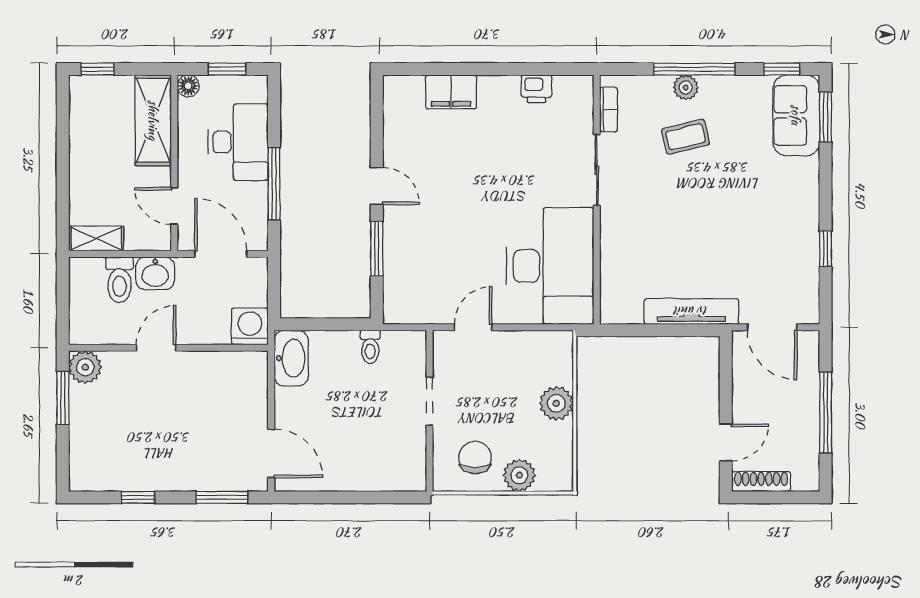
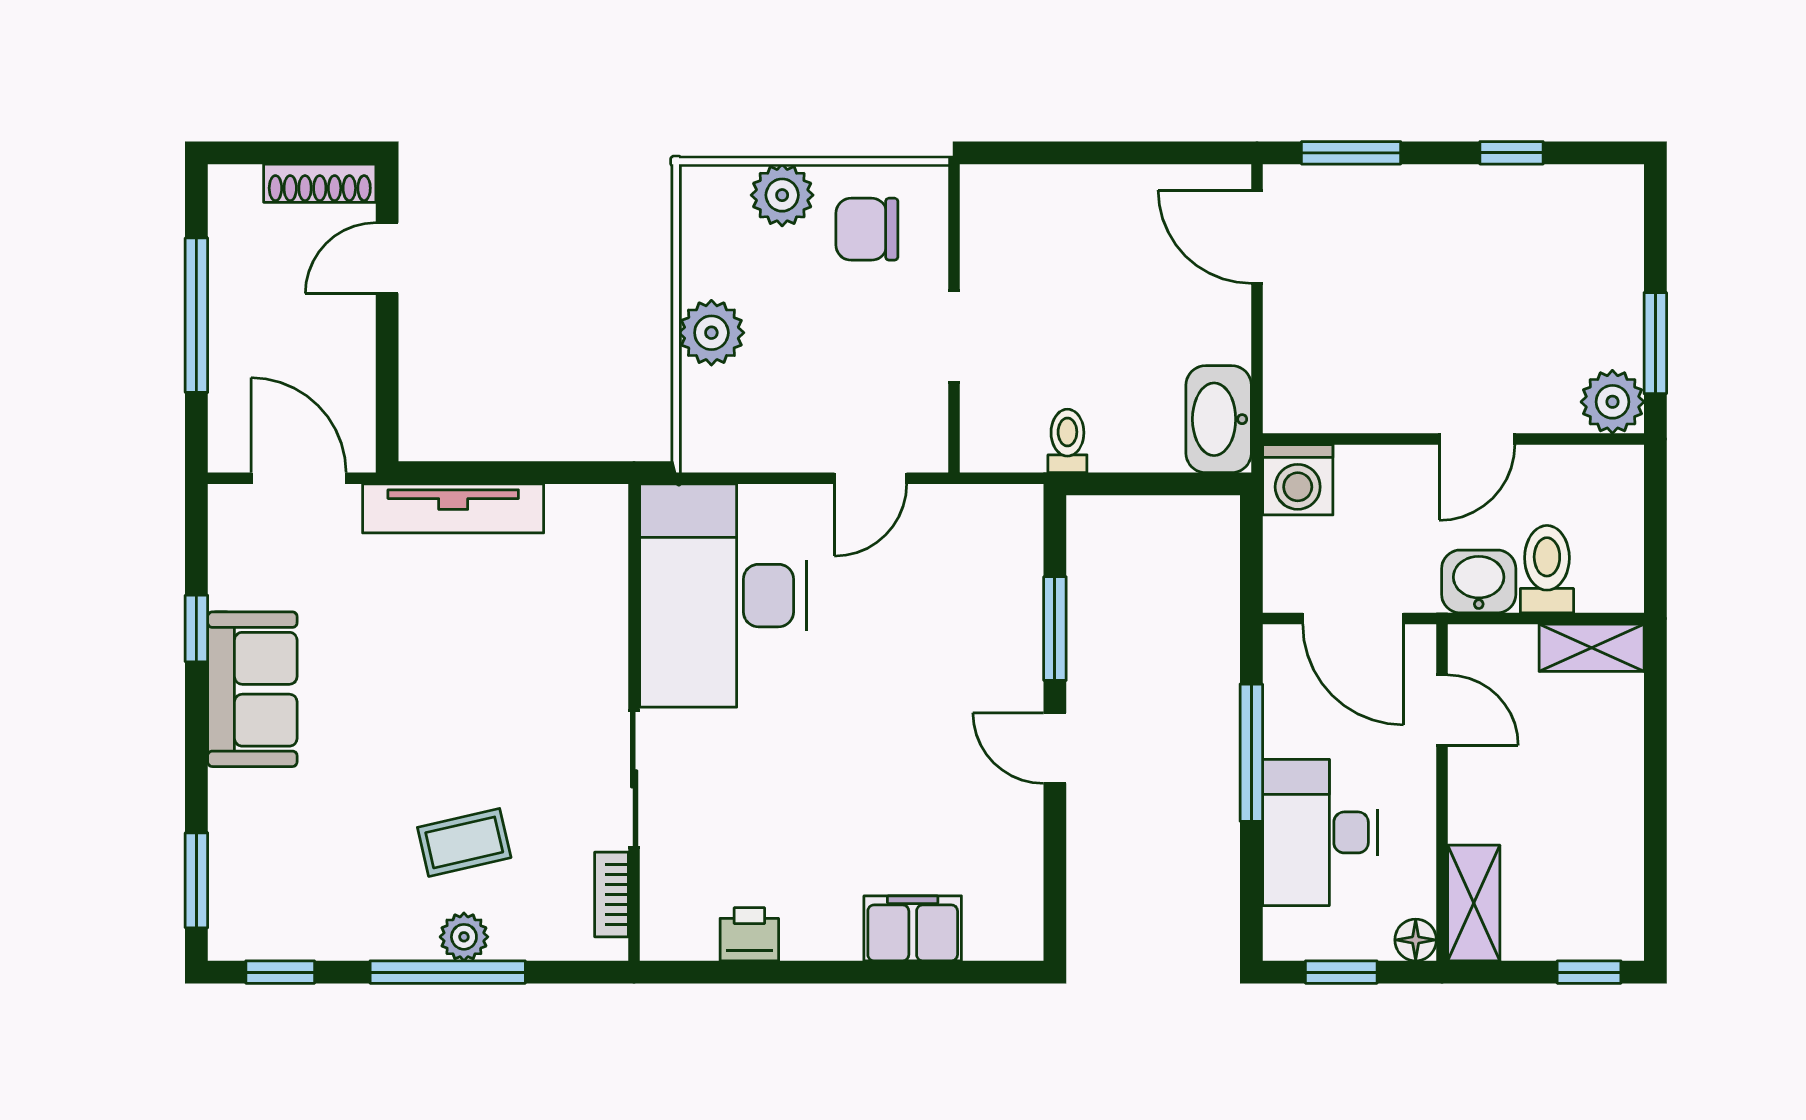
sofa: (796, 115) -> (252, 689), moved
shelving: (153, 120) -> (1474, 903), width x0.67, depth x0.75
chair: (475, 457) -> (867, 229), turned 90

